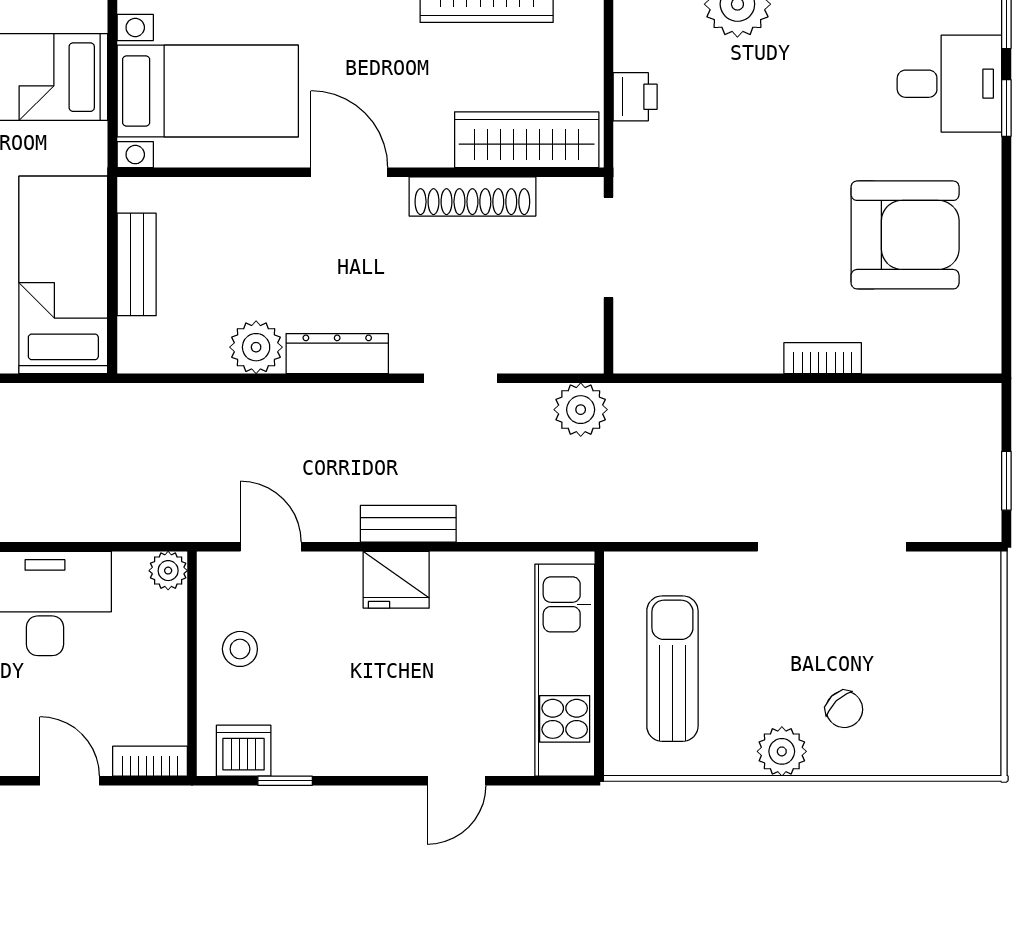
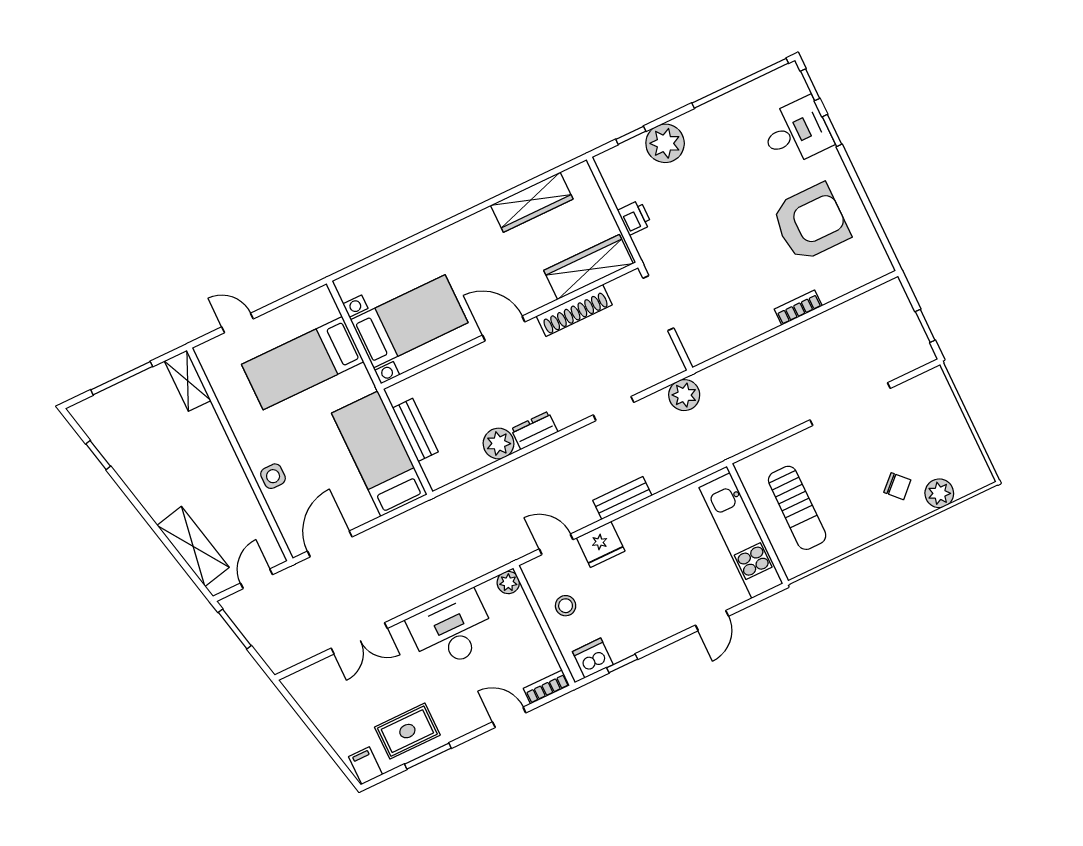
dresser: (337, 354) -> (535, 430), width x0.70
fridge: (396, 580) -> (601, 544), moved
sun lounger: (672, 669) -> (797, 508), turned 180
plant: (782, 751) -> (939, 493), moved

